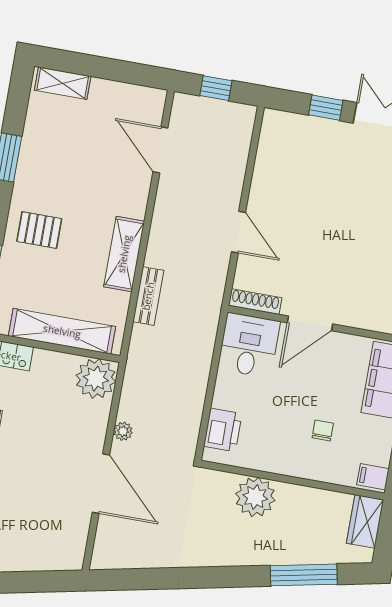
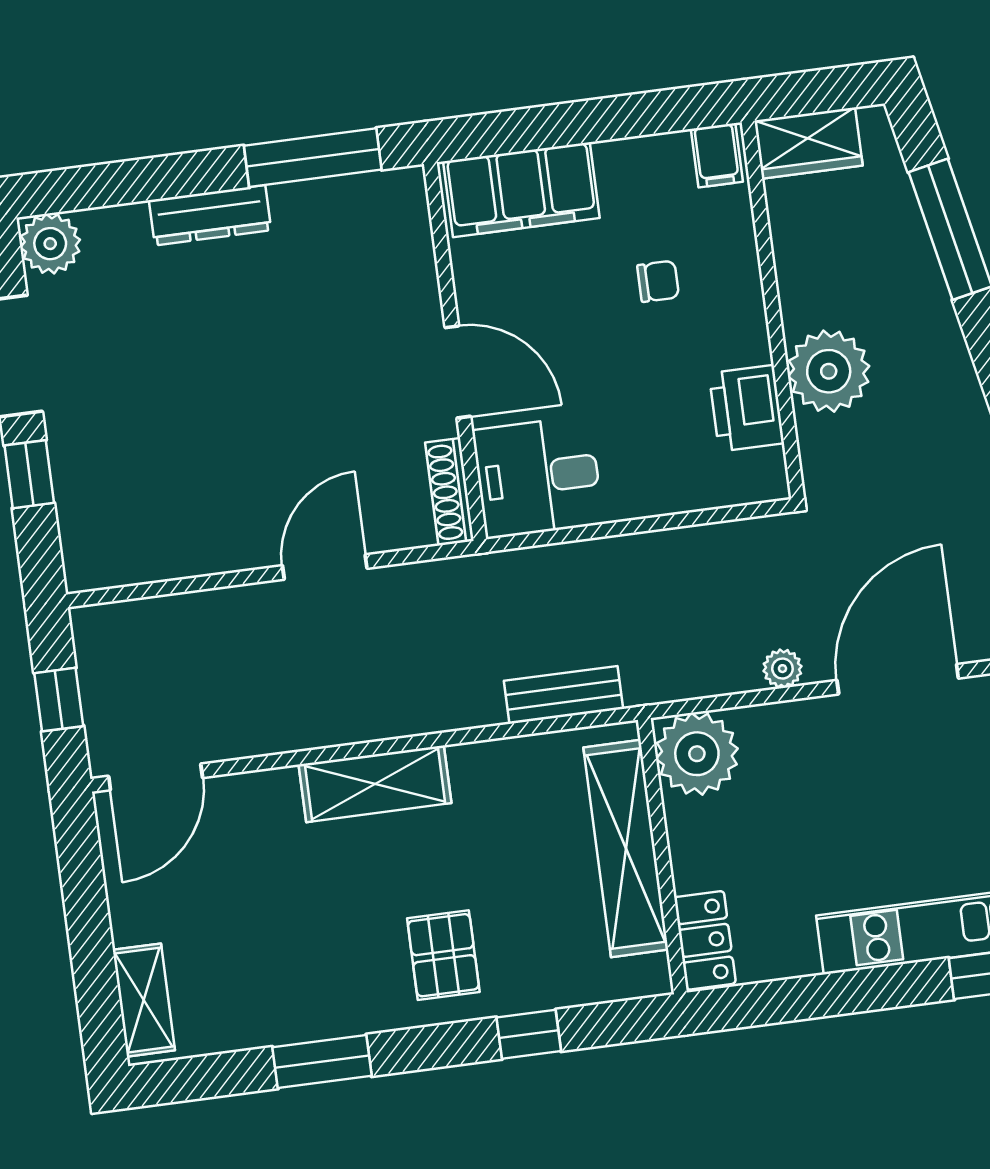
door: (160, 150) -> (156, 777), moved
shelving: (124, 254) -> (375, 784), moved
bench: (148, 296) -> (563, 695), moved
printer: (223, 430) -> (746, 408), moved, turned -90
chair: (323, 431) -> (658, 281), turned 180

